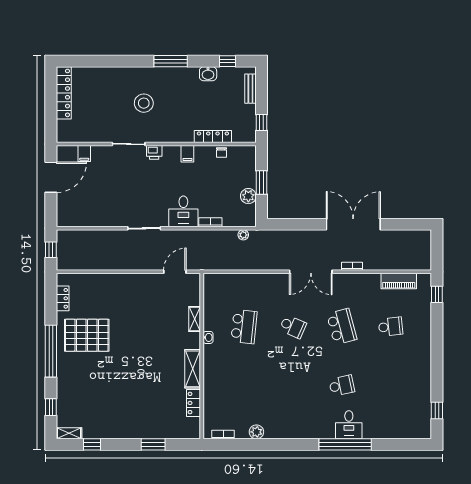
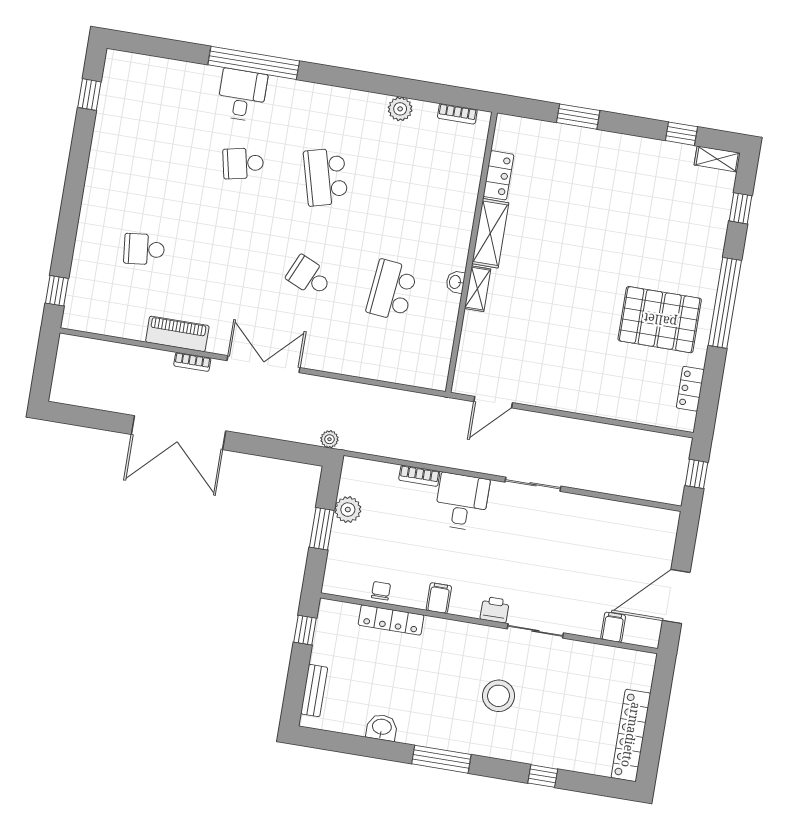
window: (228, 61) -> (543, 776), moved
plant: (243, 235) -> (329, 439), moved
piano: (399, 281) -> (177, 334), moved
shelving: (195, 319) -> (478, 289), moved
school desk: (342, 327) -> (326, 177), moved

